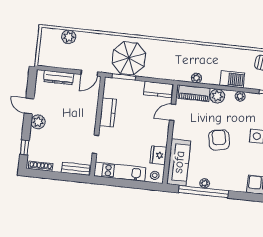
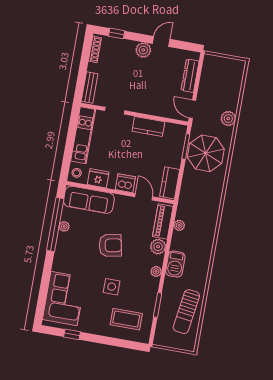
plant: (69, 37) -> (228, 119), moved
dishwasher: (161, 130) -> (125, 183), added

